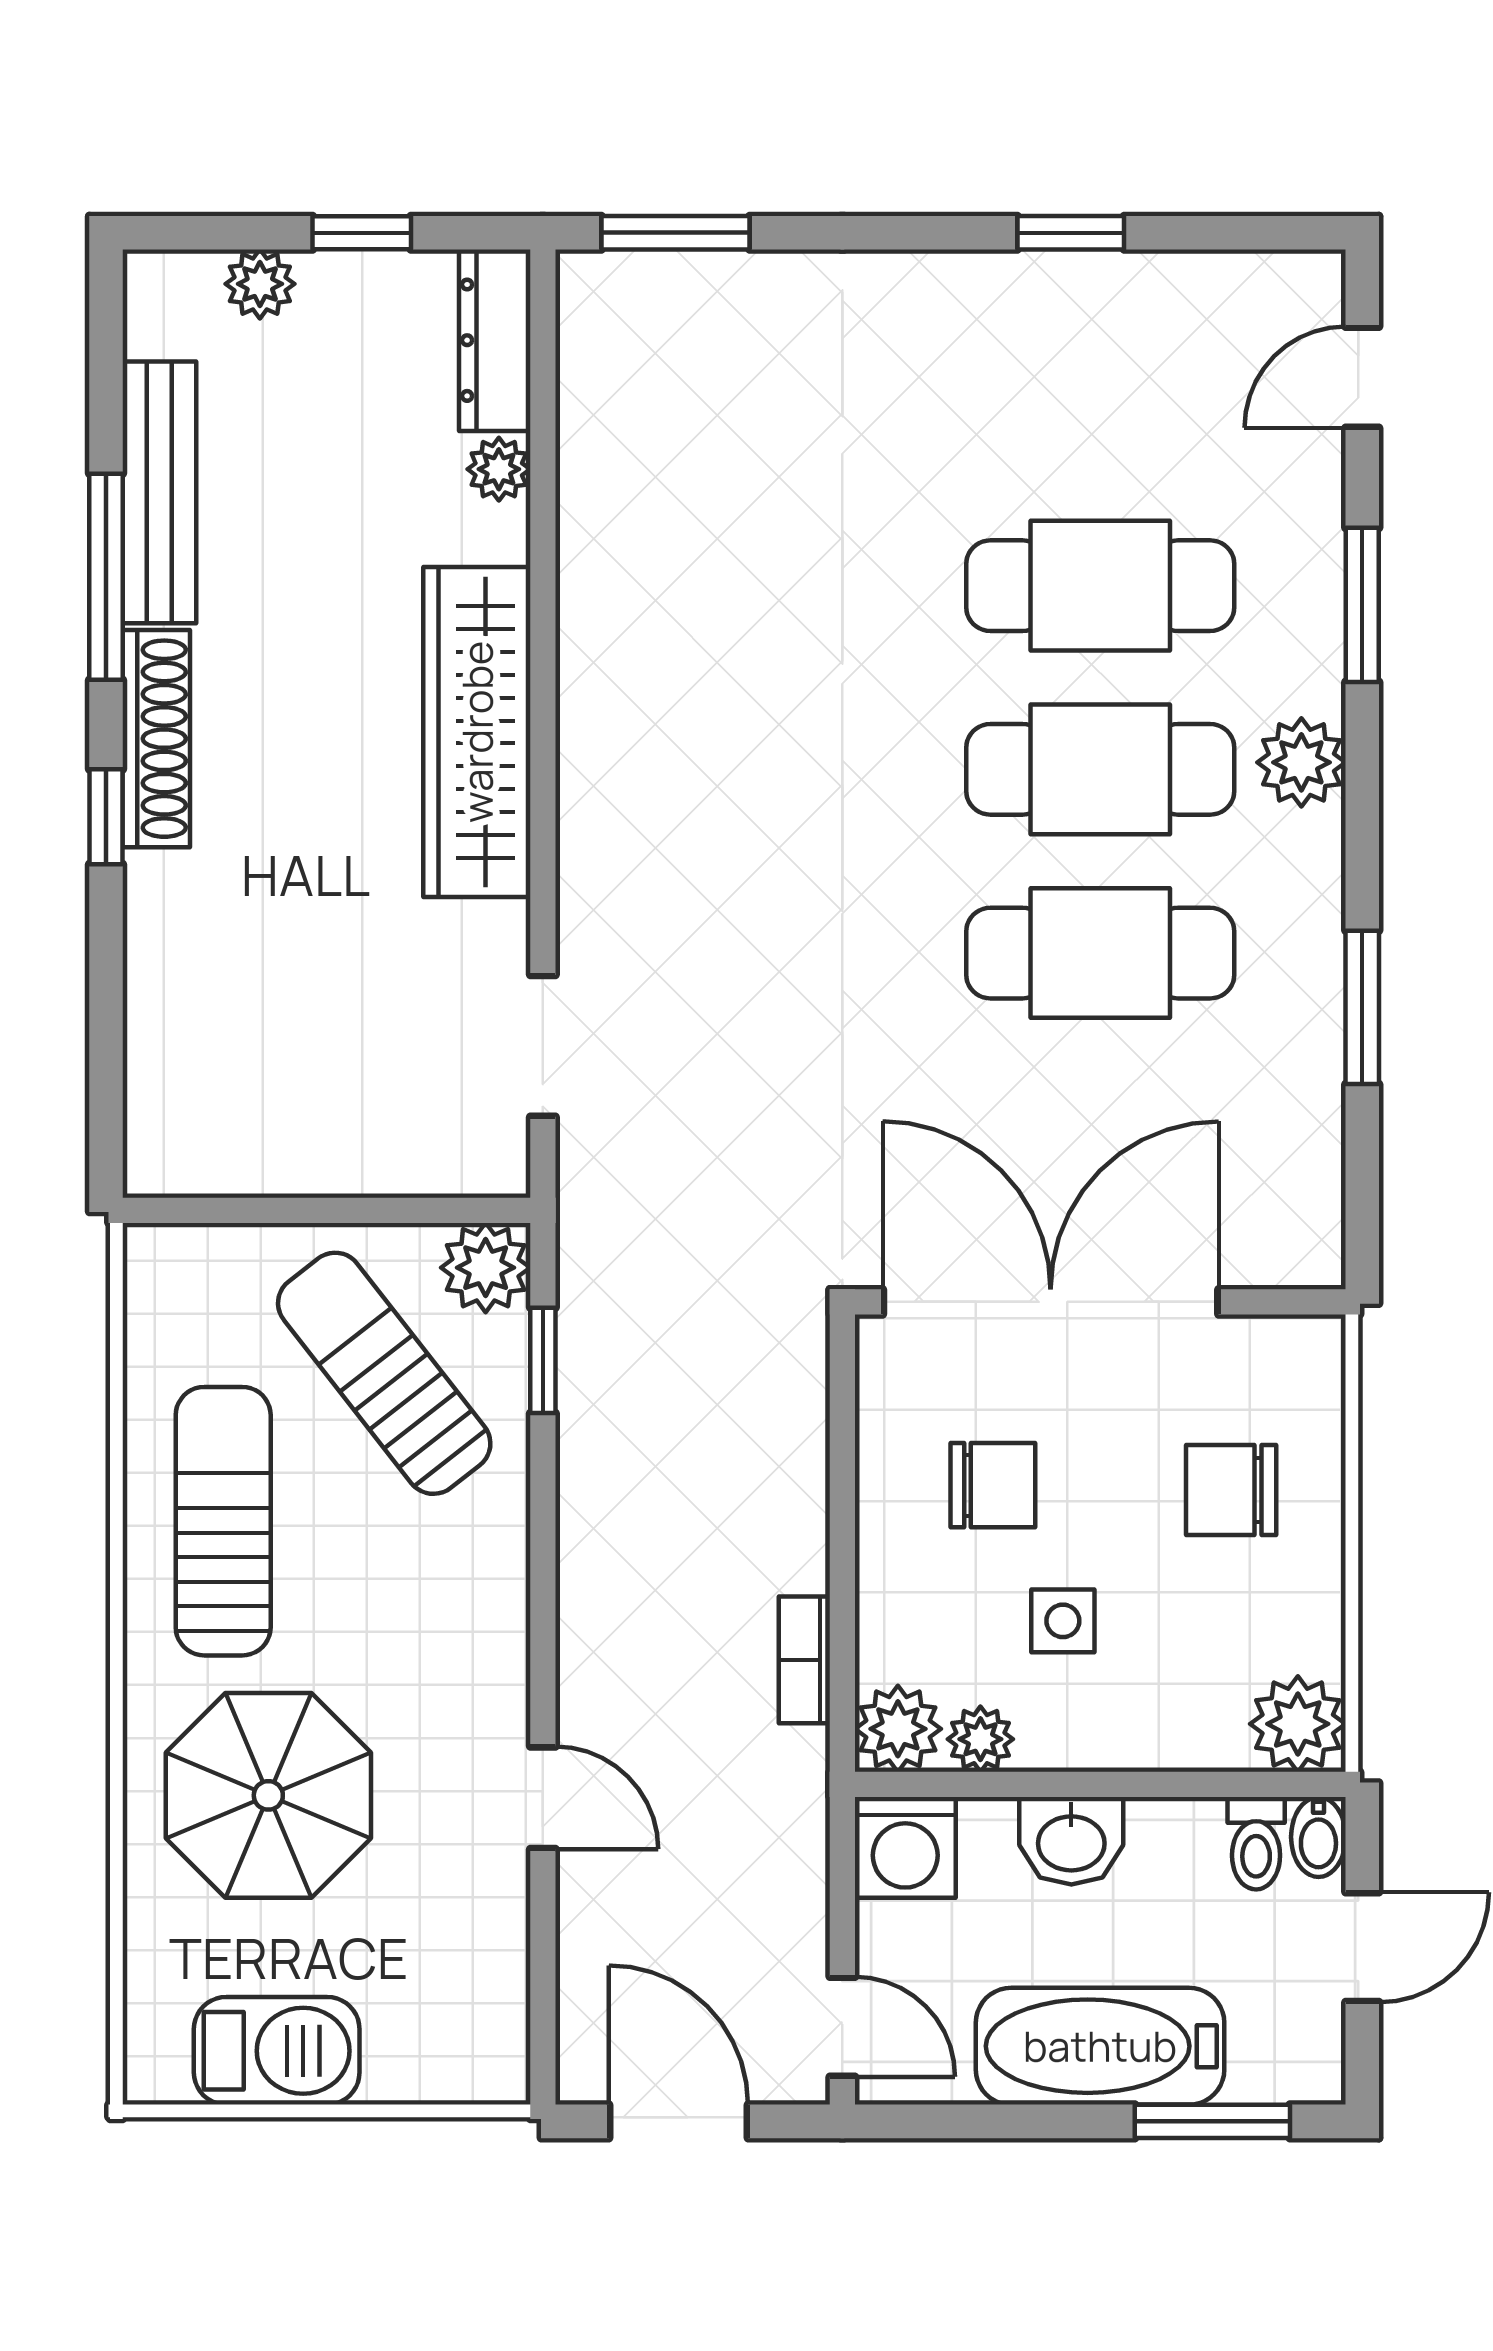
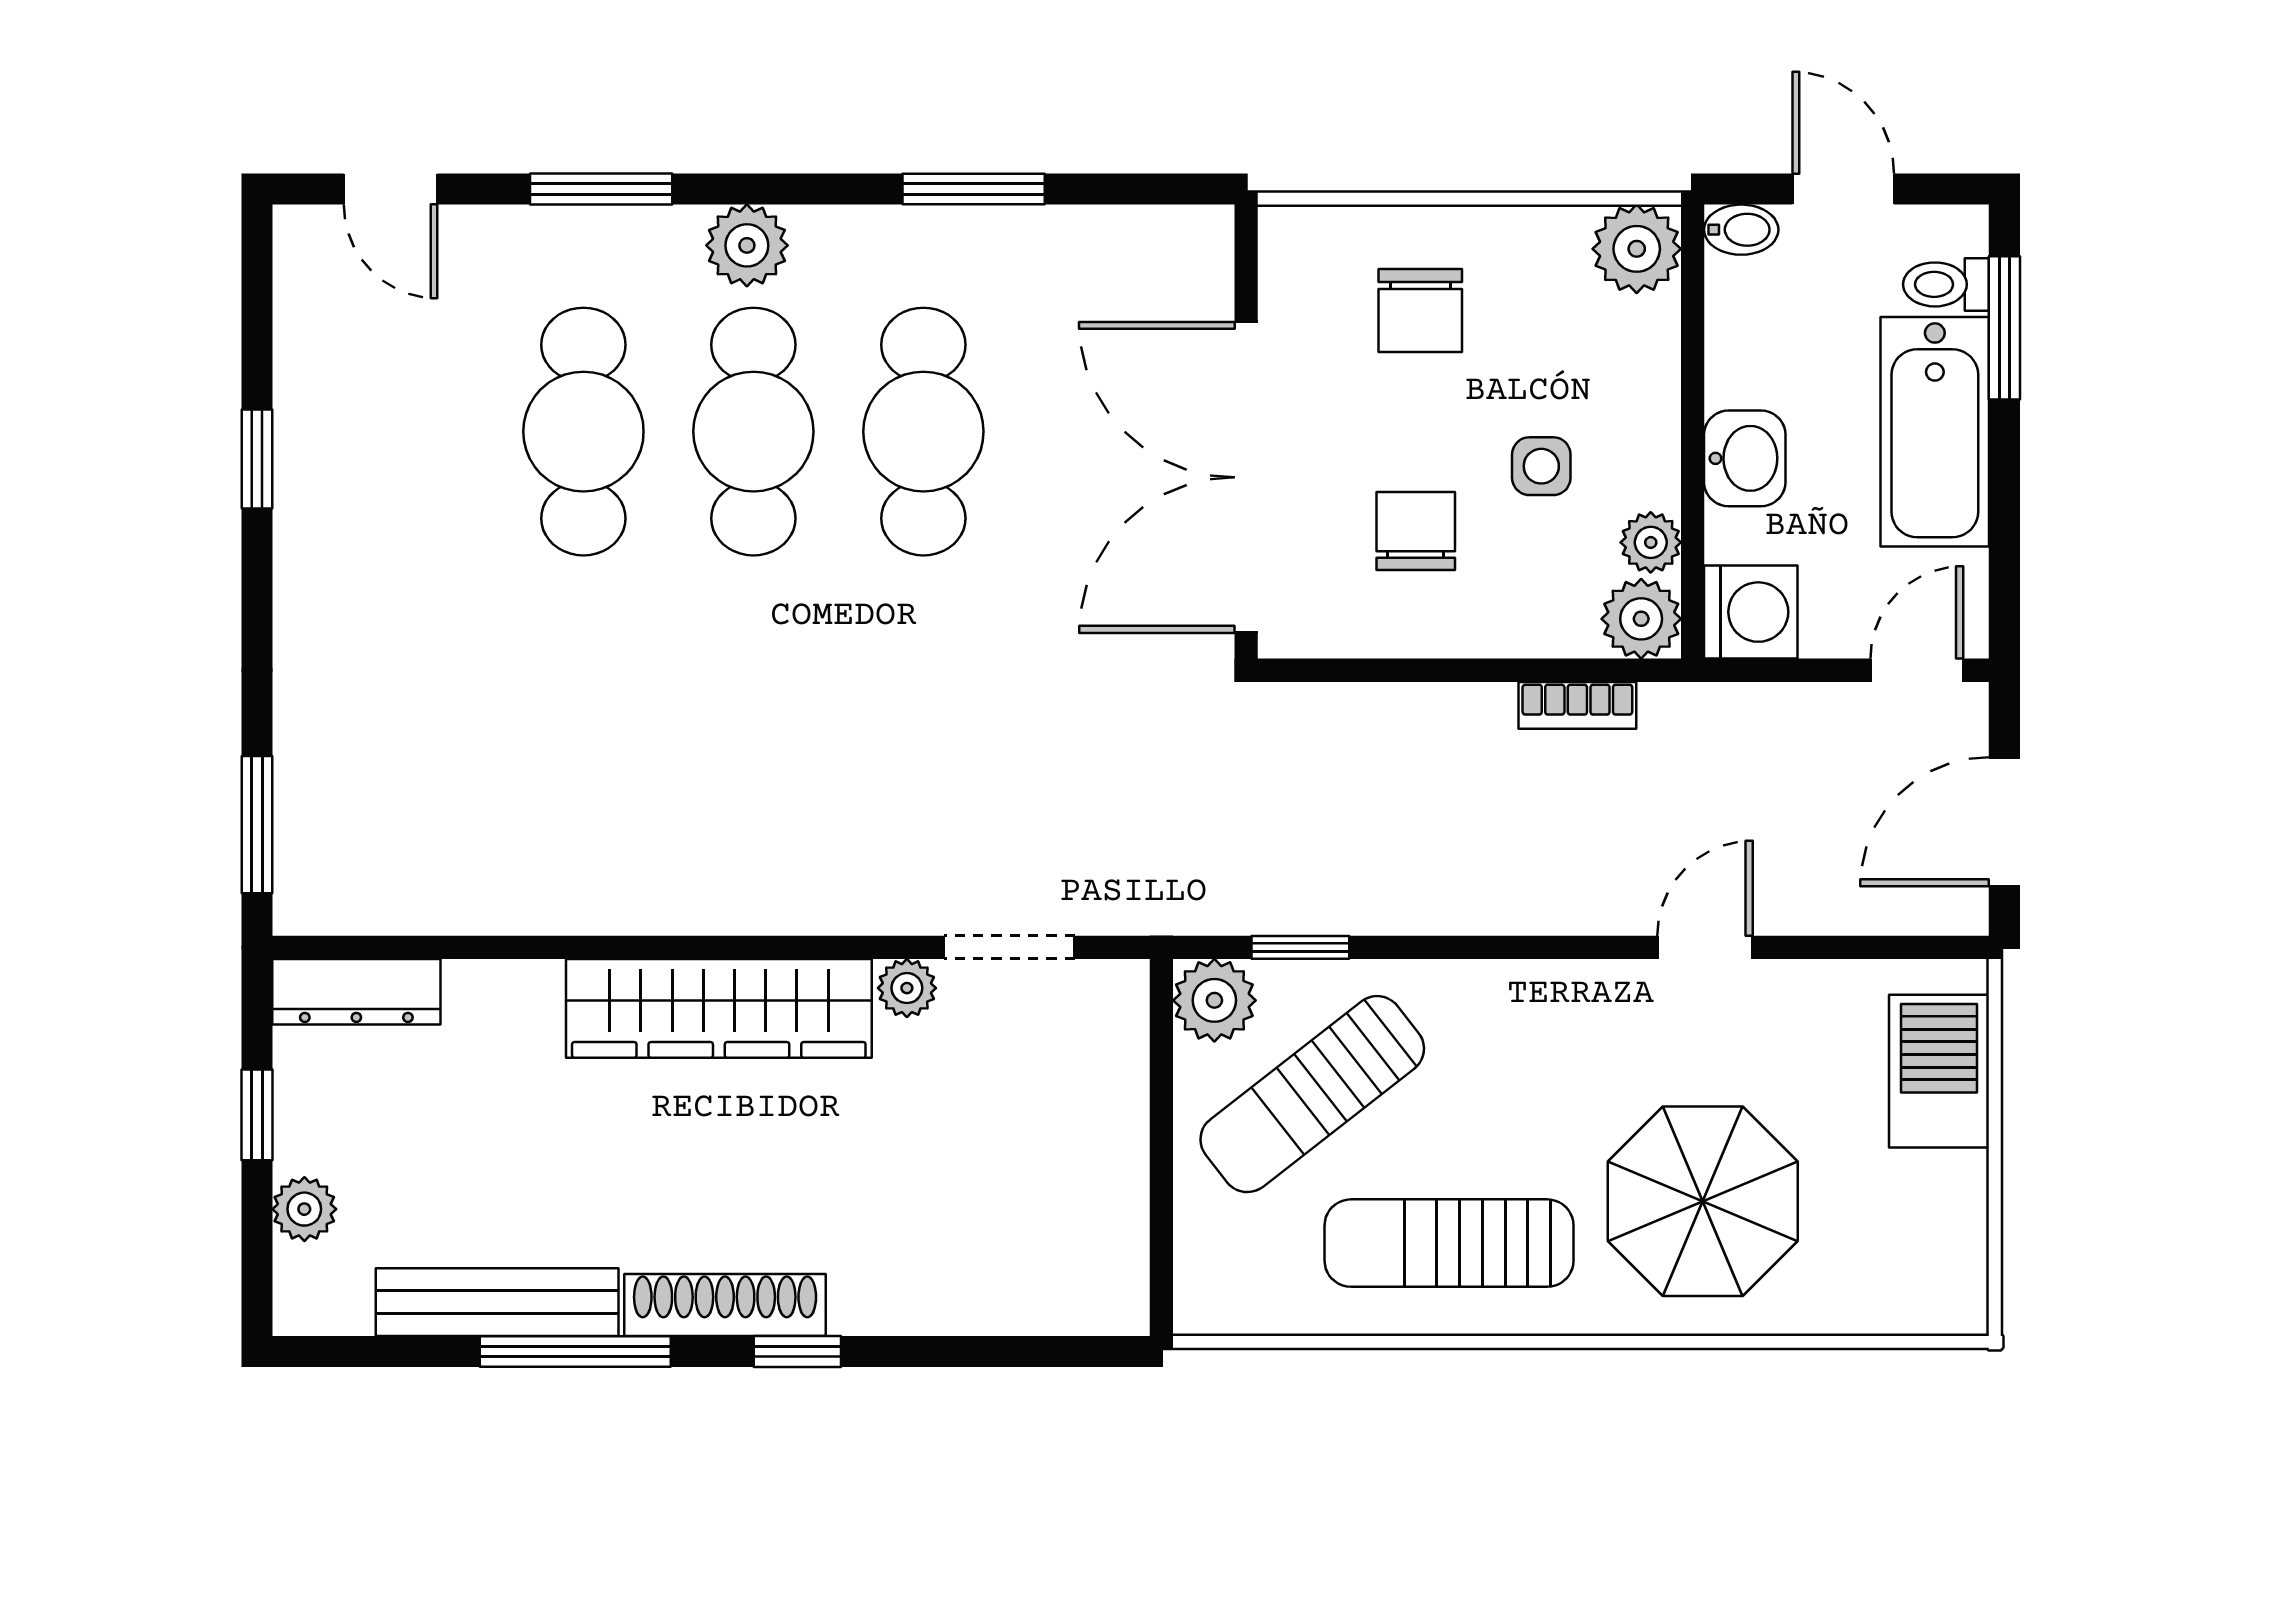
plant: (499, 469) -> (907, 988), moved
toilet: (1256, 1843) -> (1946, 284), moved, turned 180
barbecue: (277, 2051) -> (1939, 1071), moved

